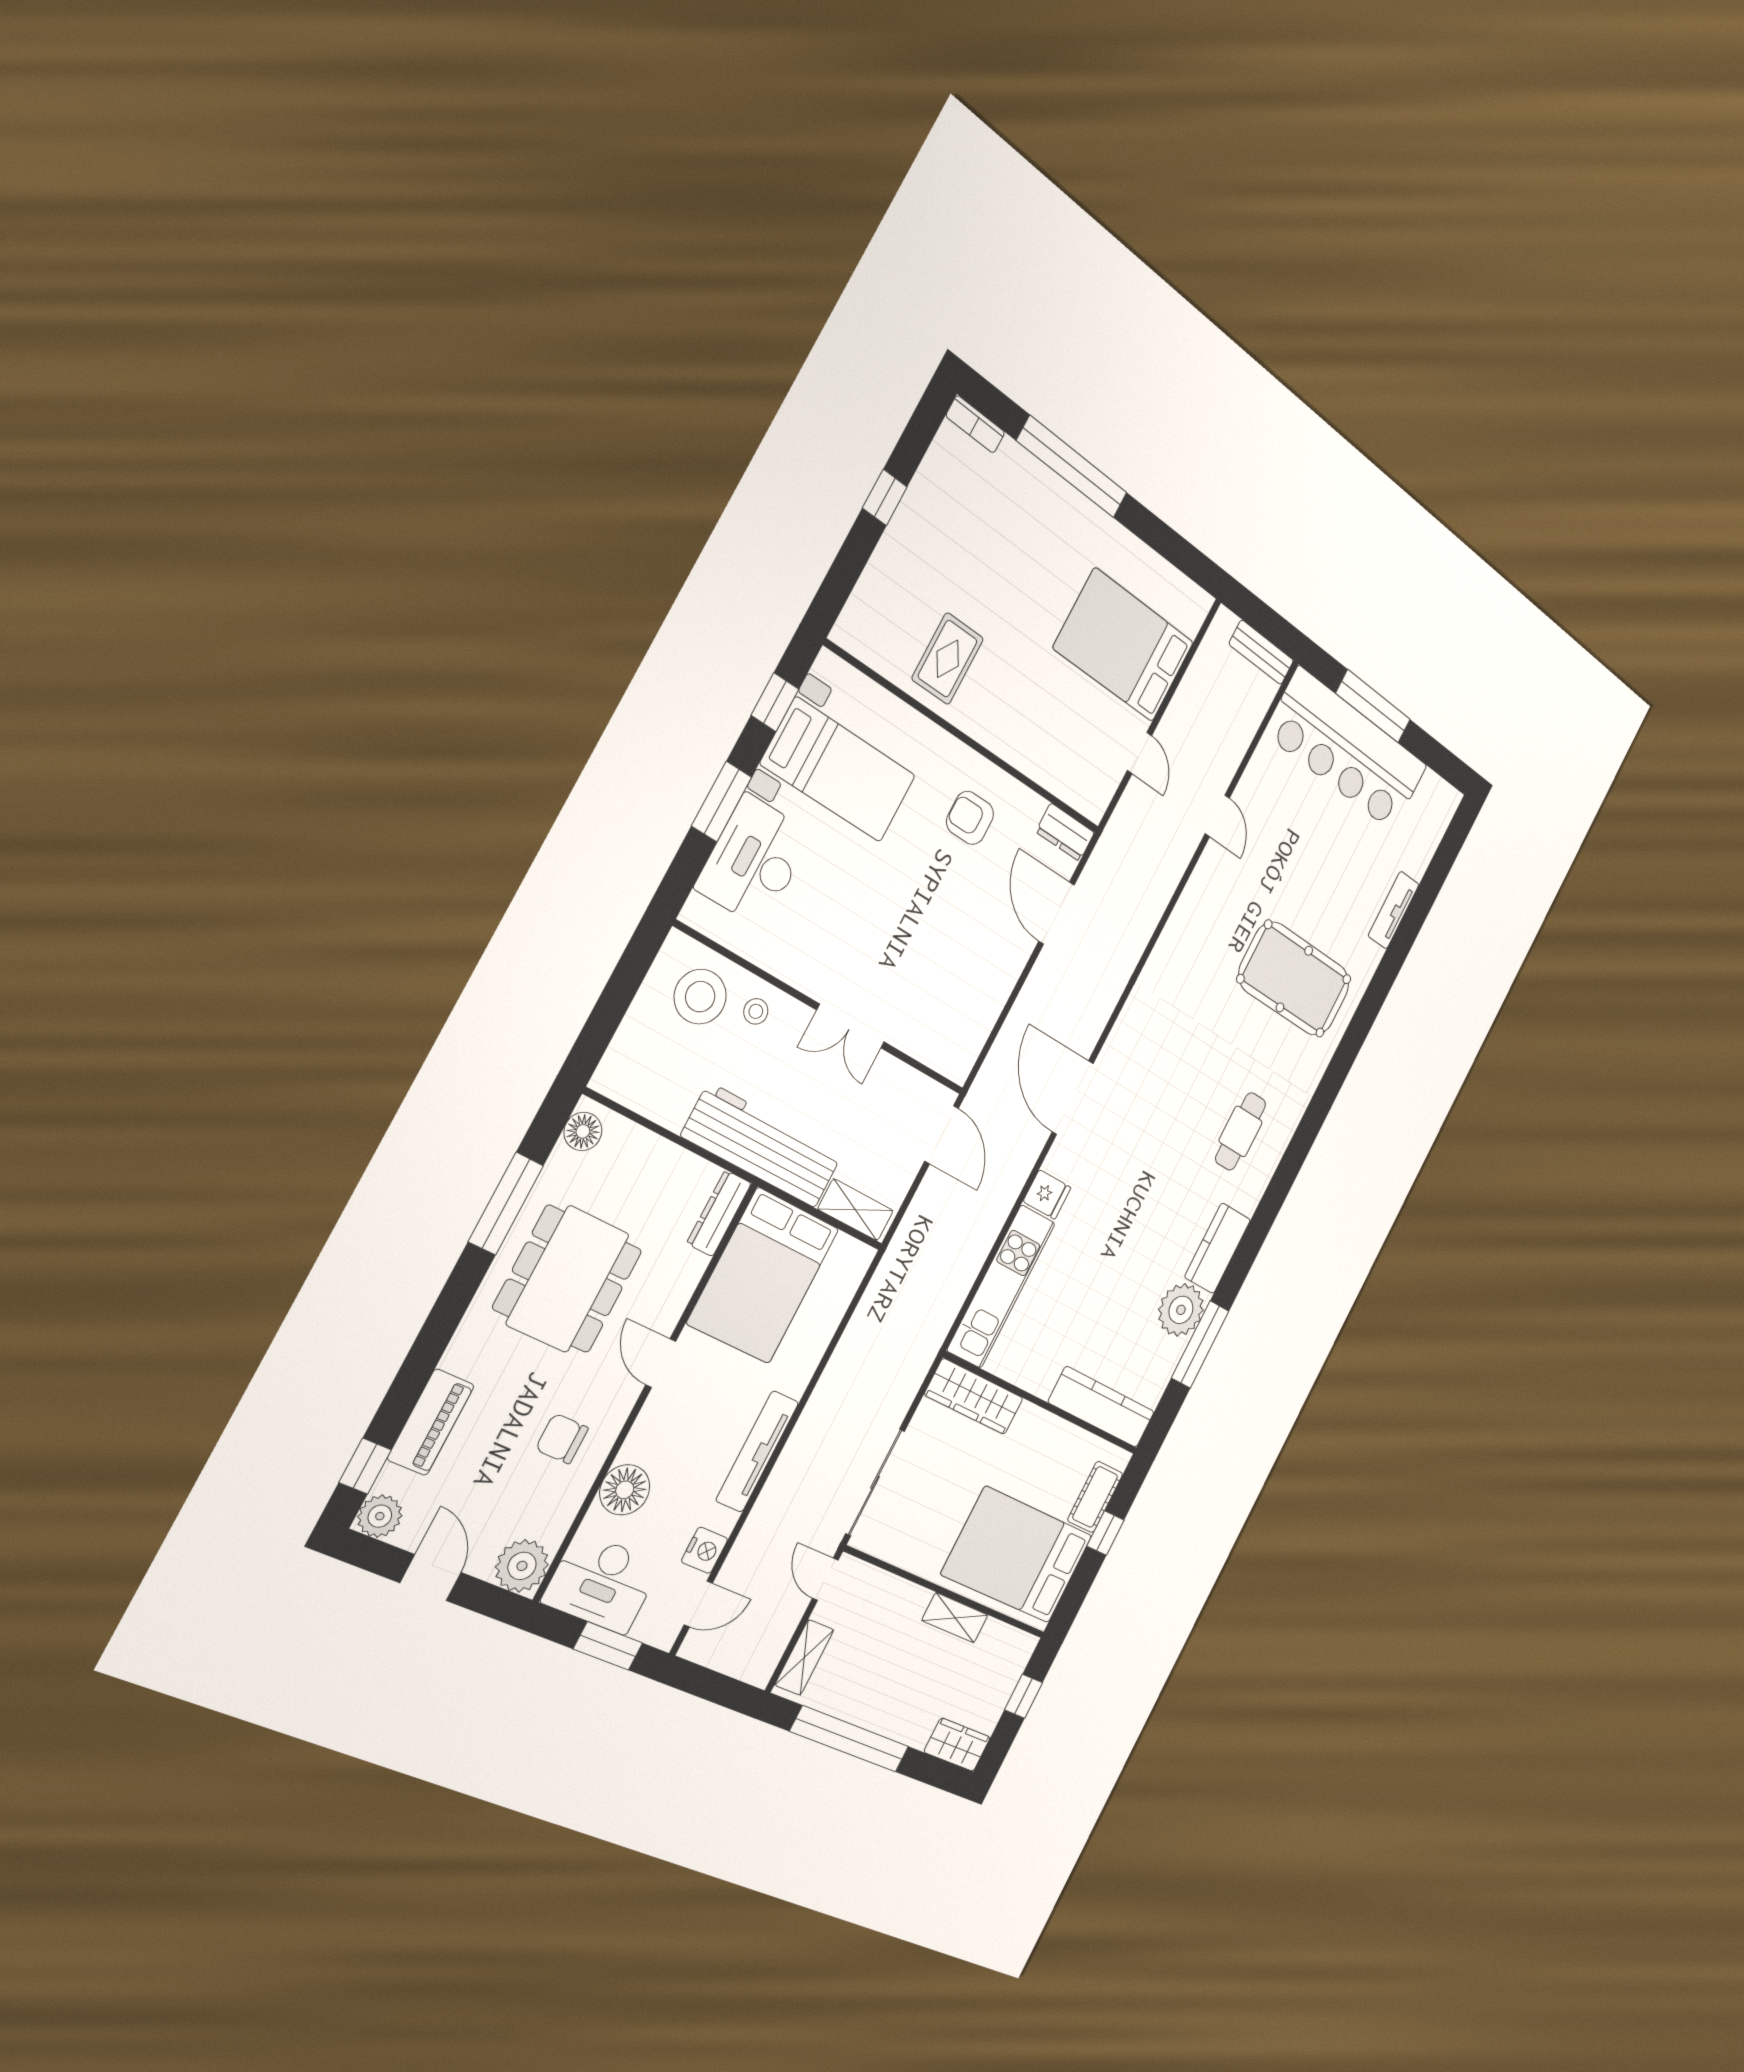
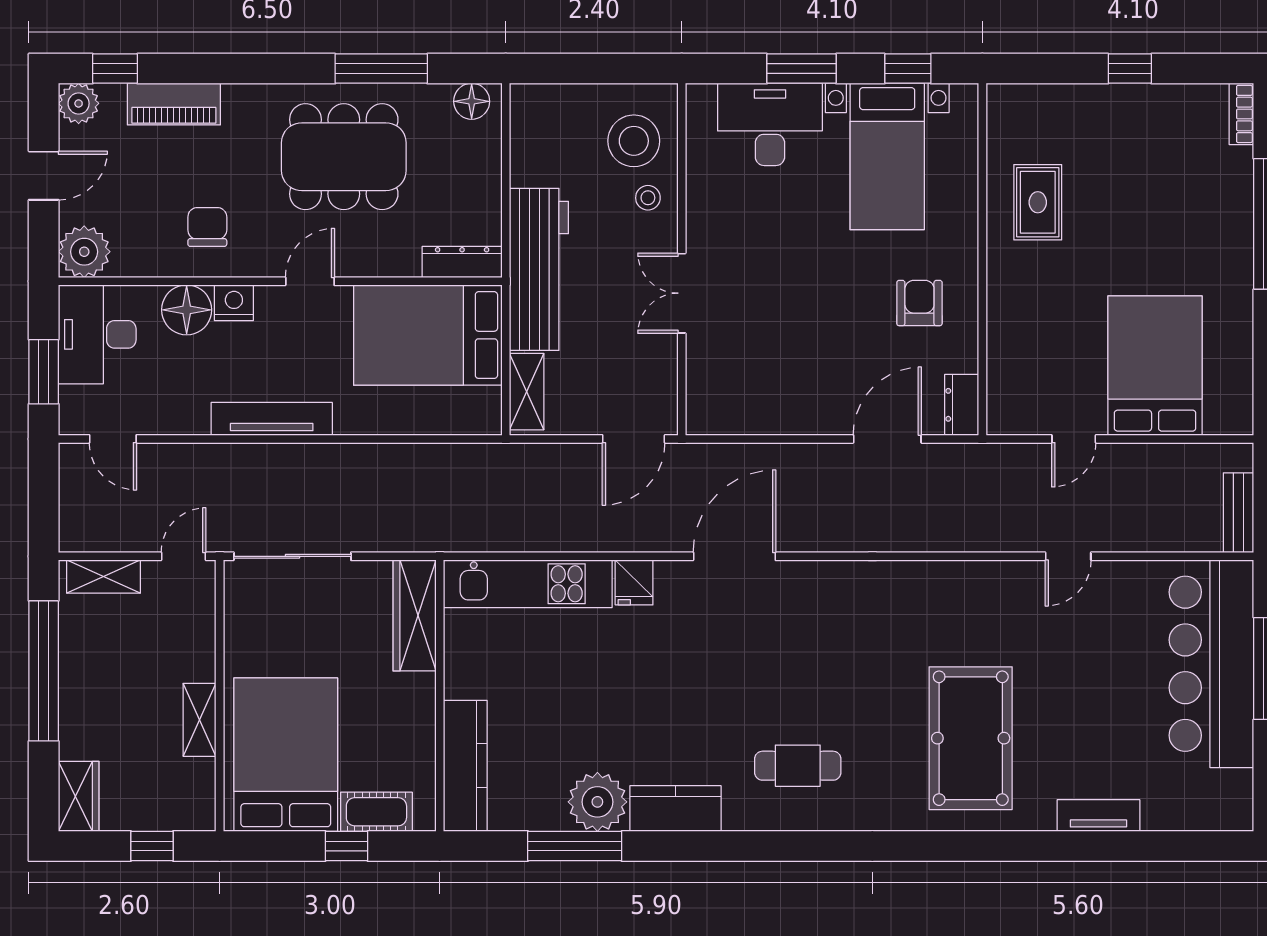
rug: (948, 659) -> (1038, 202), turned 90
nightstand: (705, 1550) -> (234, 303), moved, turned 180

